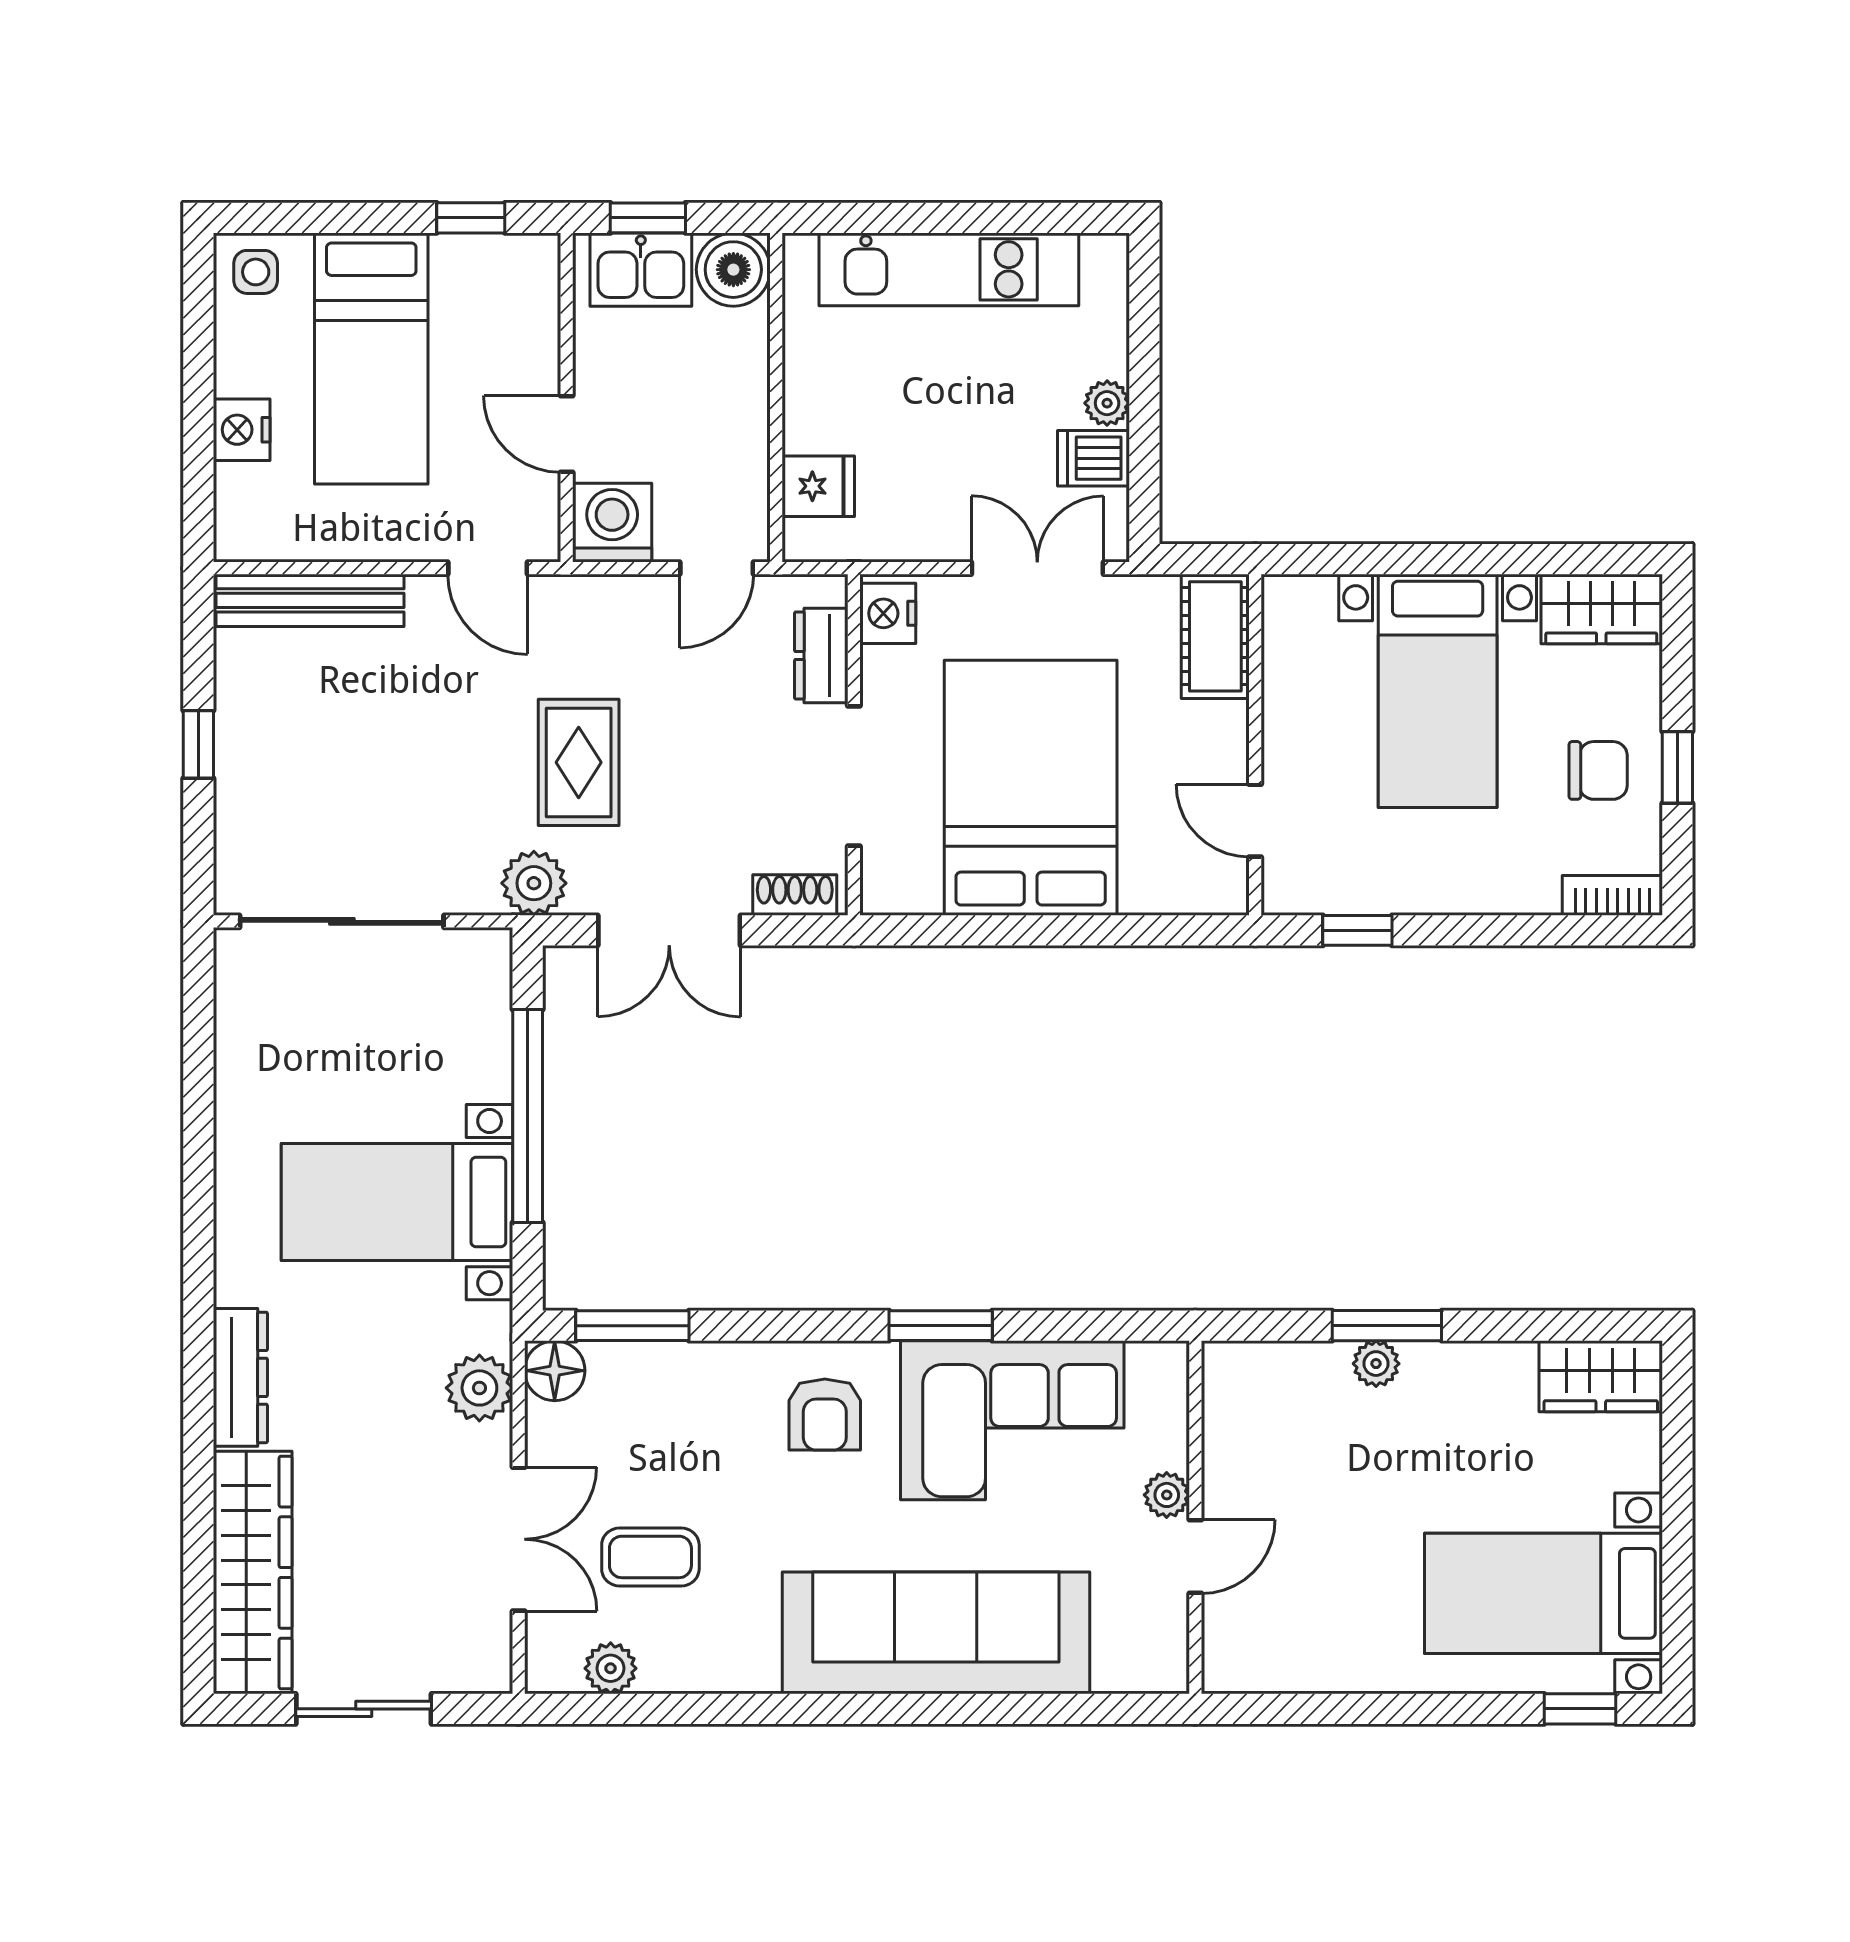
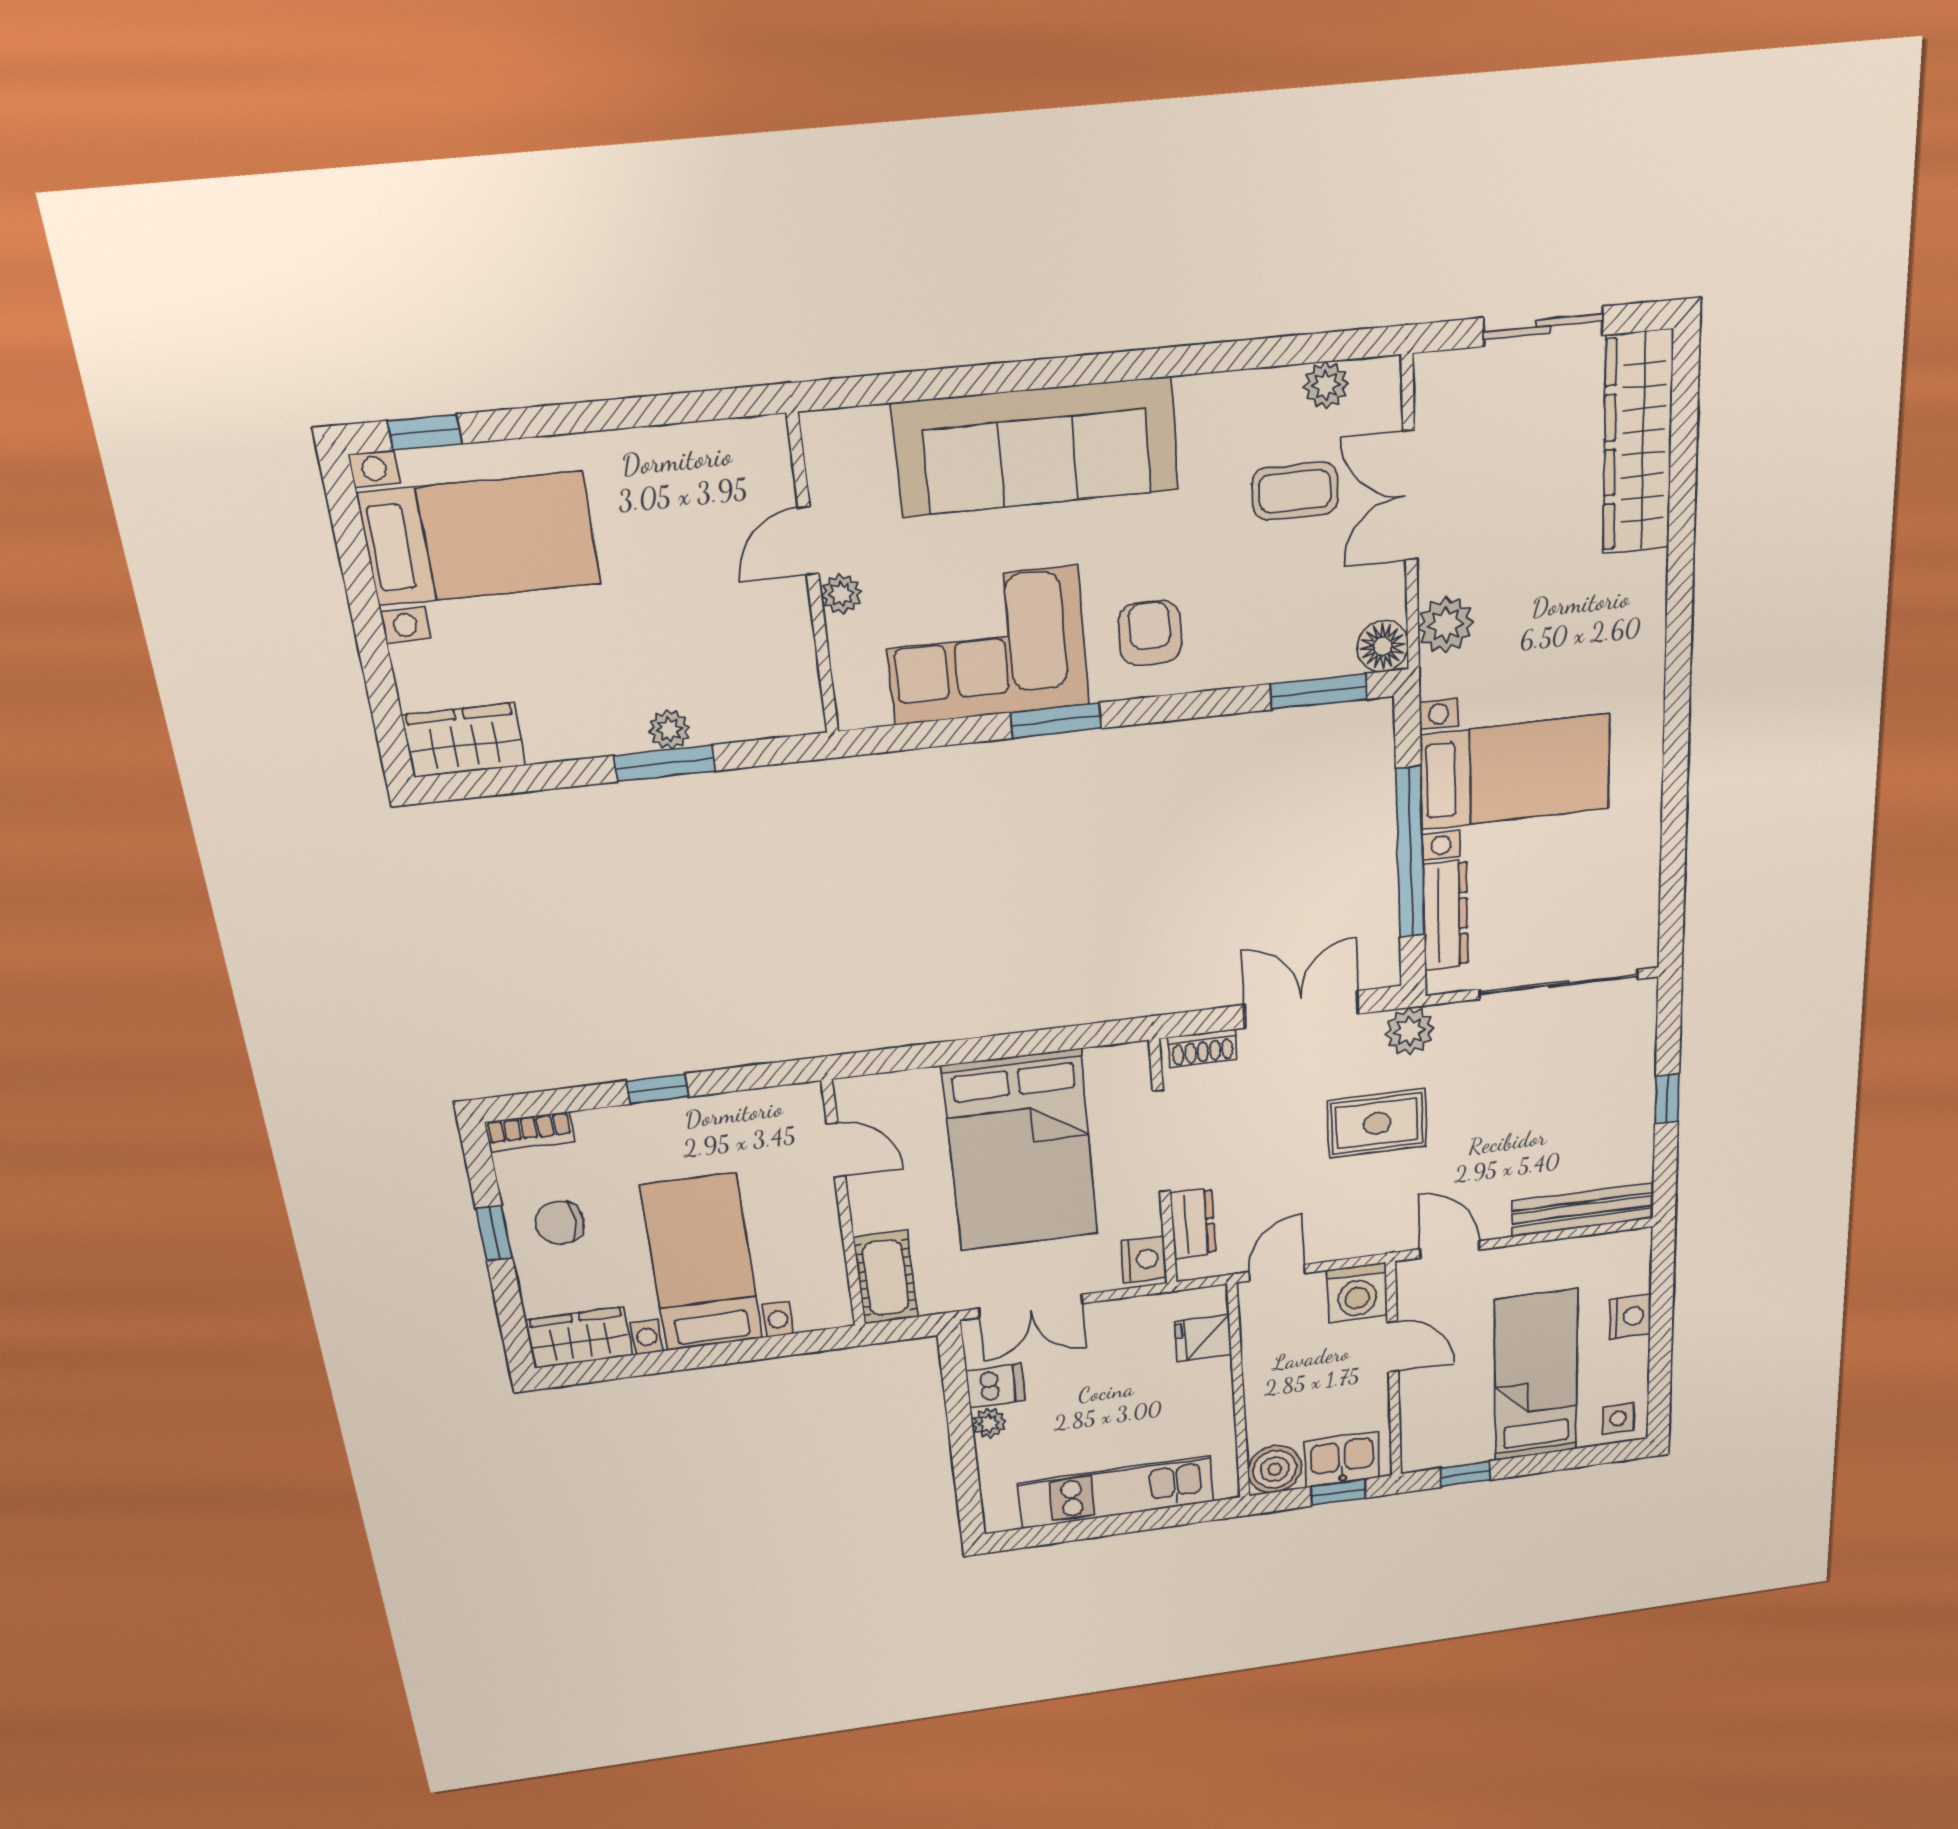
rug: (579, 762) -> (1377, 1123), turned 90
window: (1357, 930) -> (658, 1089), moved
dresser: (240, 1377) -> (1445, 915), moved, turned 180

